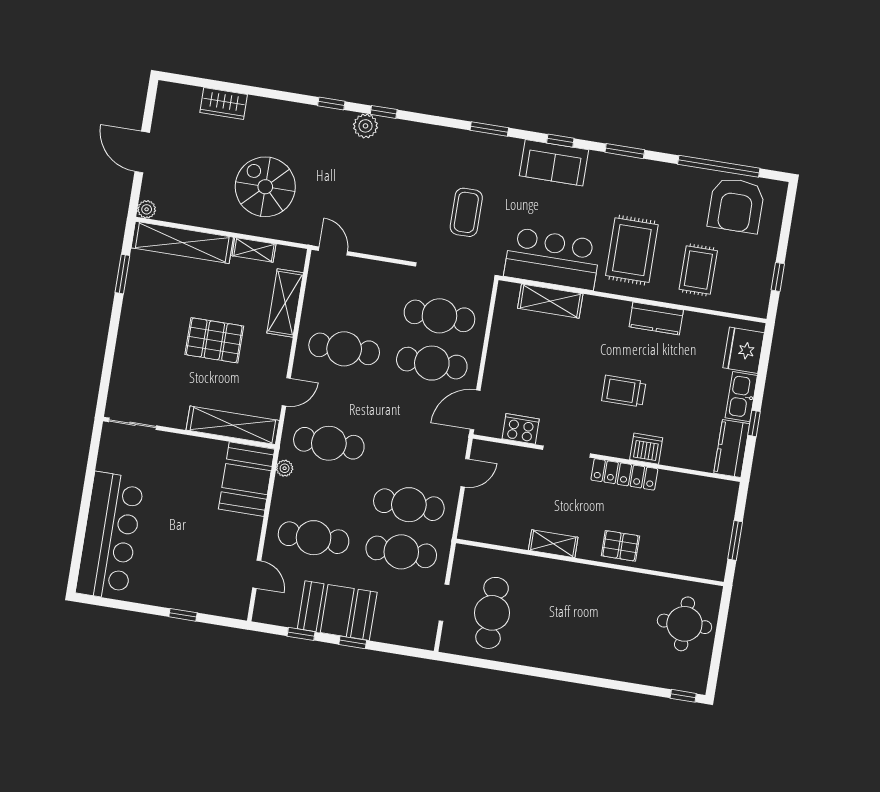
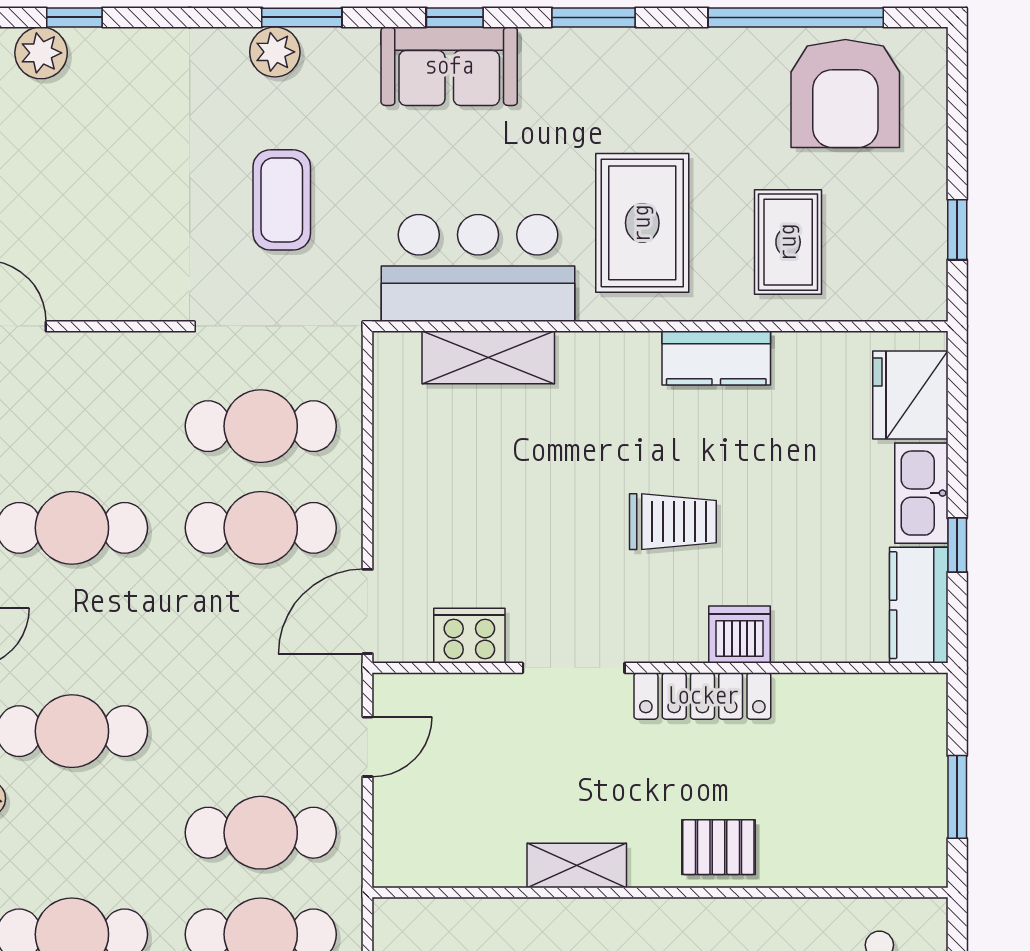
plant: (474, 143) -> (275, 52), added
trolley: (624, 391) -> (673, 522), turned 180

